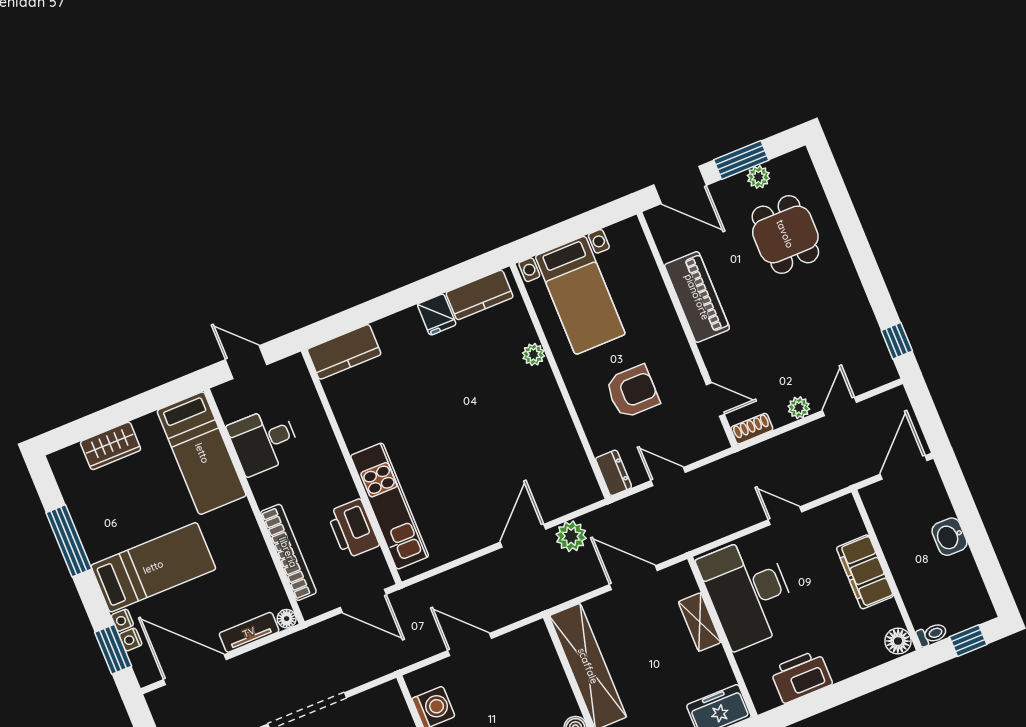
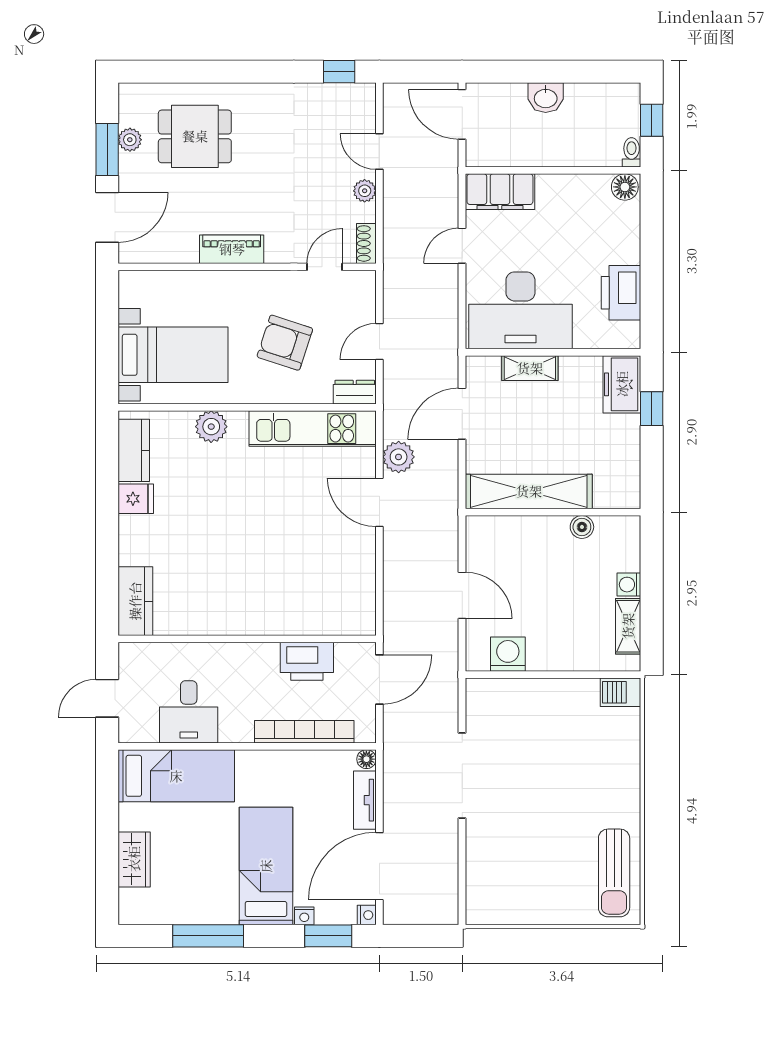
piano: (697, 297) -> (232, 249), width x0.73, depth x0.75
plant: (533, 354) -> (211, 427), width x1.38, depth x1.38
armchair: (632, 392) -> (285, 343), turned -72
kitchen unit: (390, 506) -> (313, 429), moved, turned 180
filing cabinet: (865, 572) -> (500, 192), moved
nightstand: (131, 640) -> (367, 915), moved, turned -90
door: (470, 645) -> (462, 595), swing flipped

